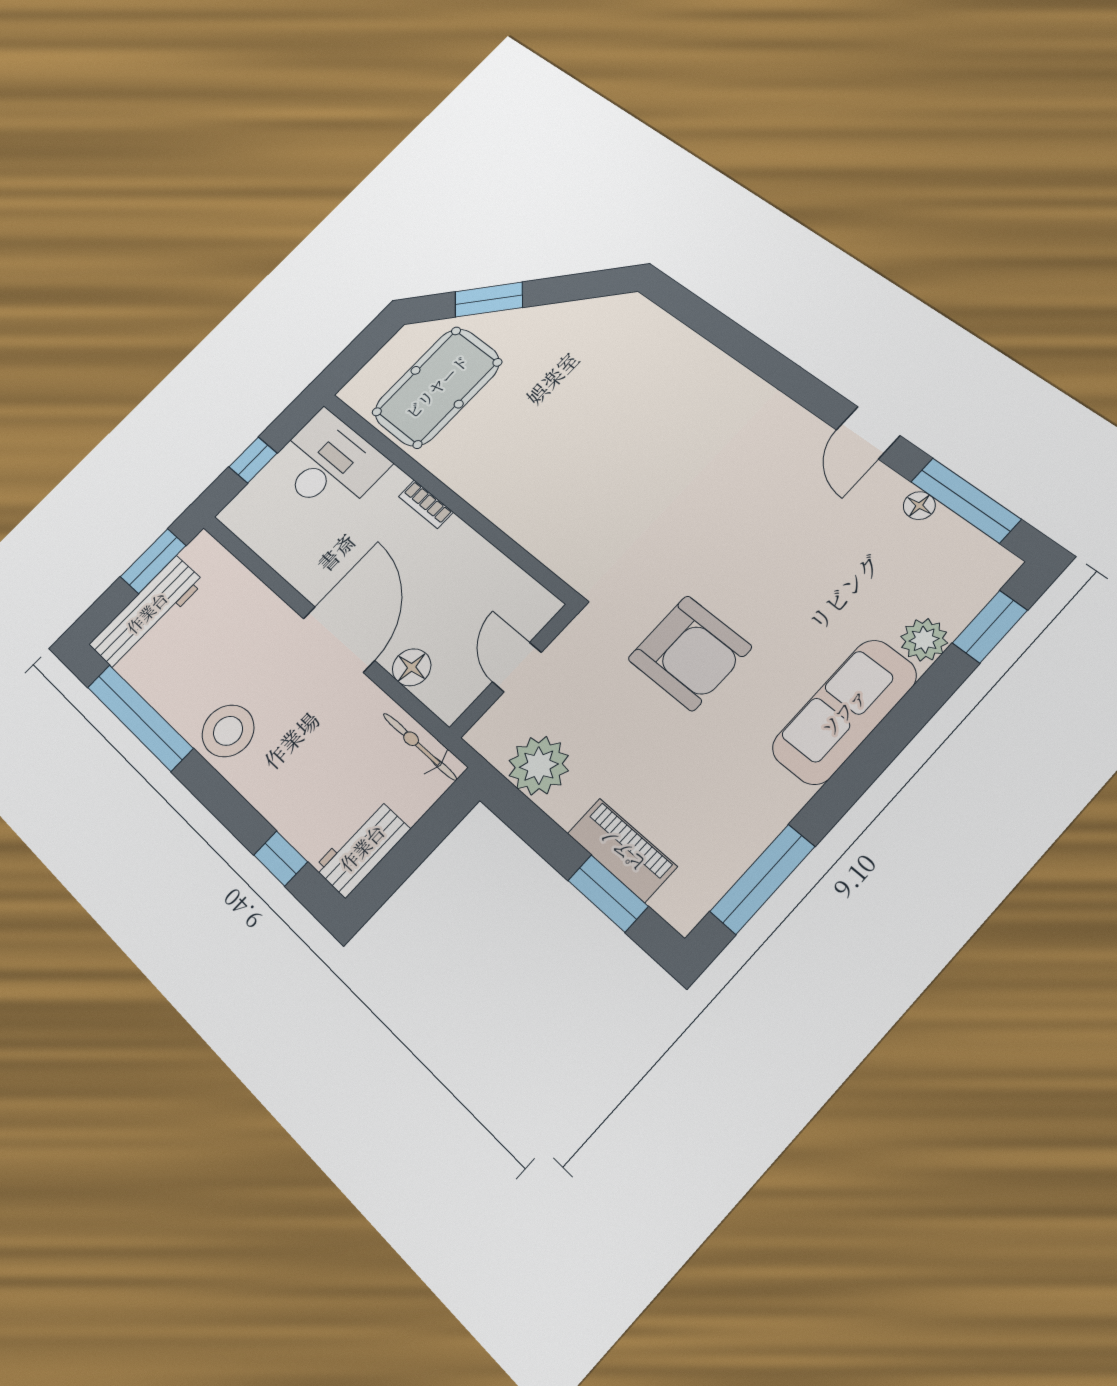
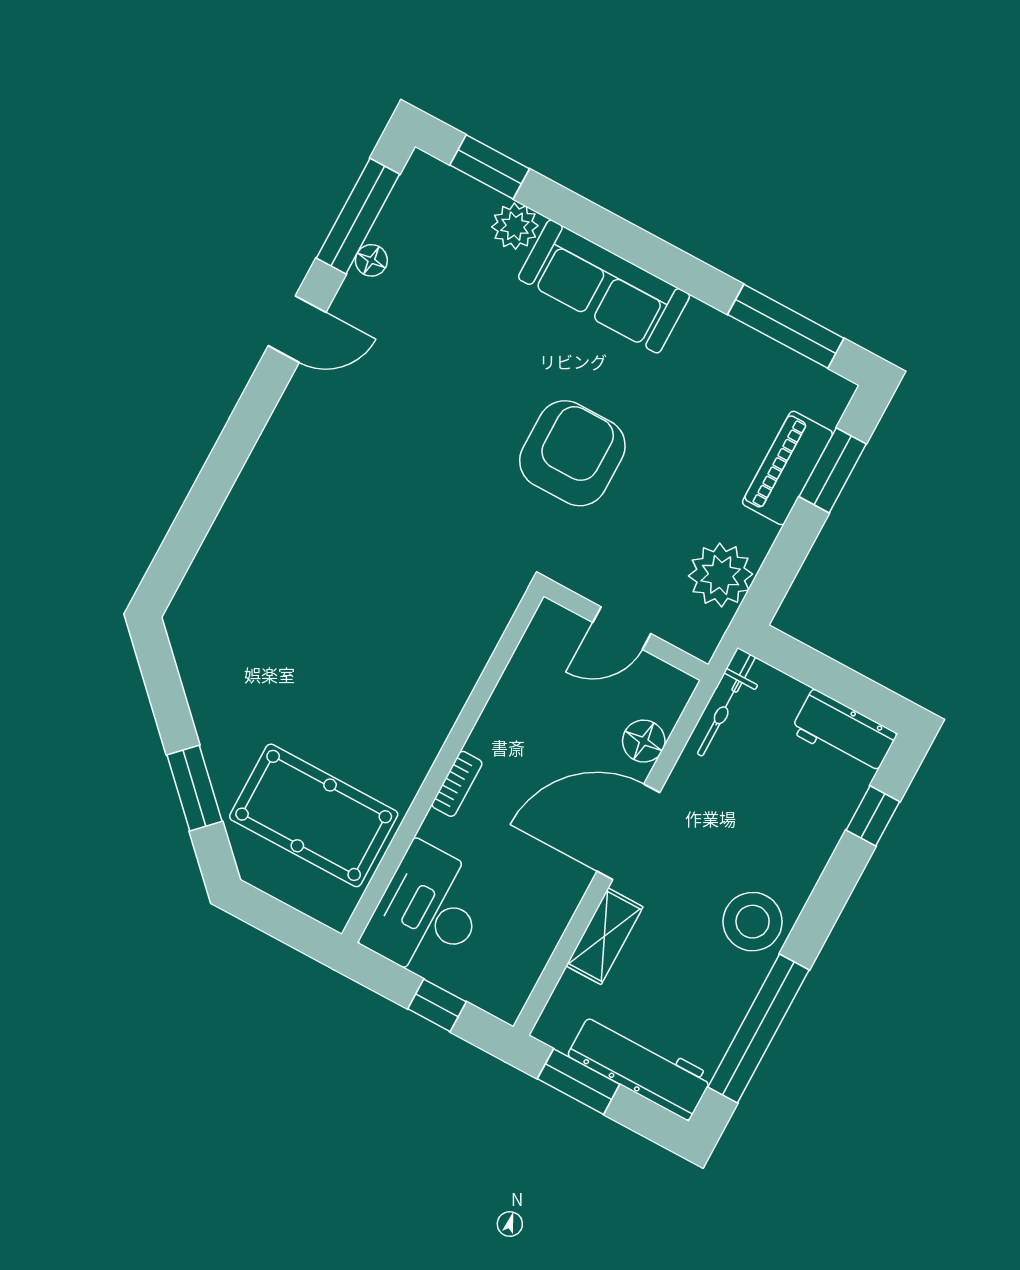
shelving: (260, 603) -> (604, 936), added

